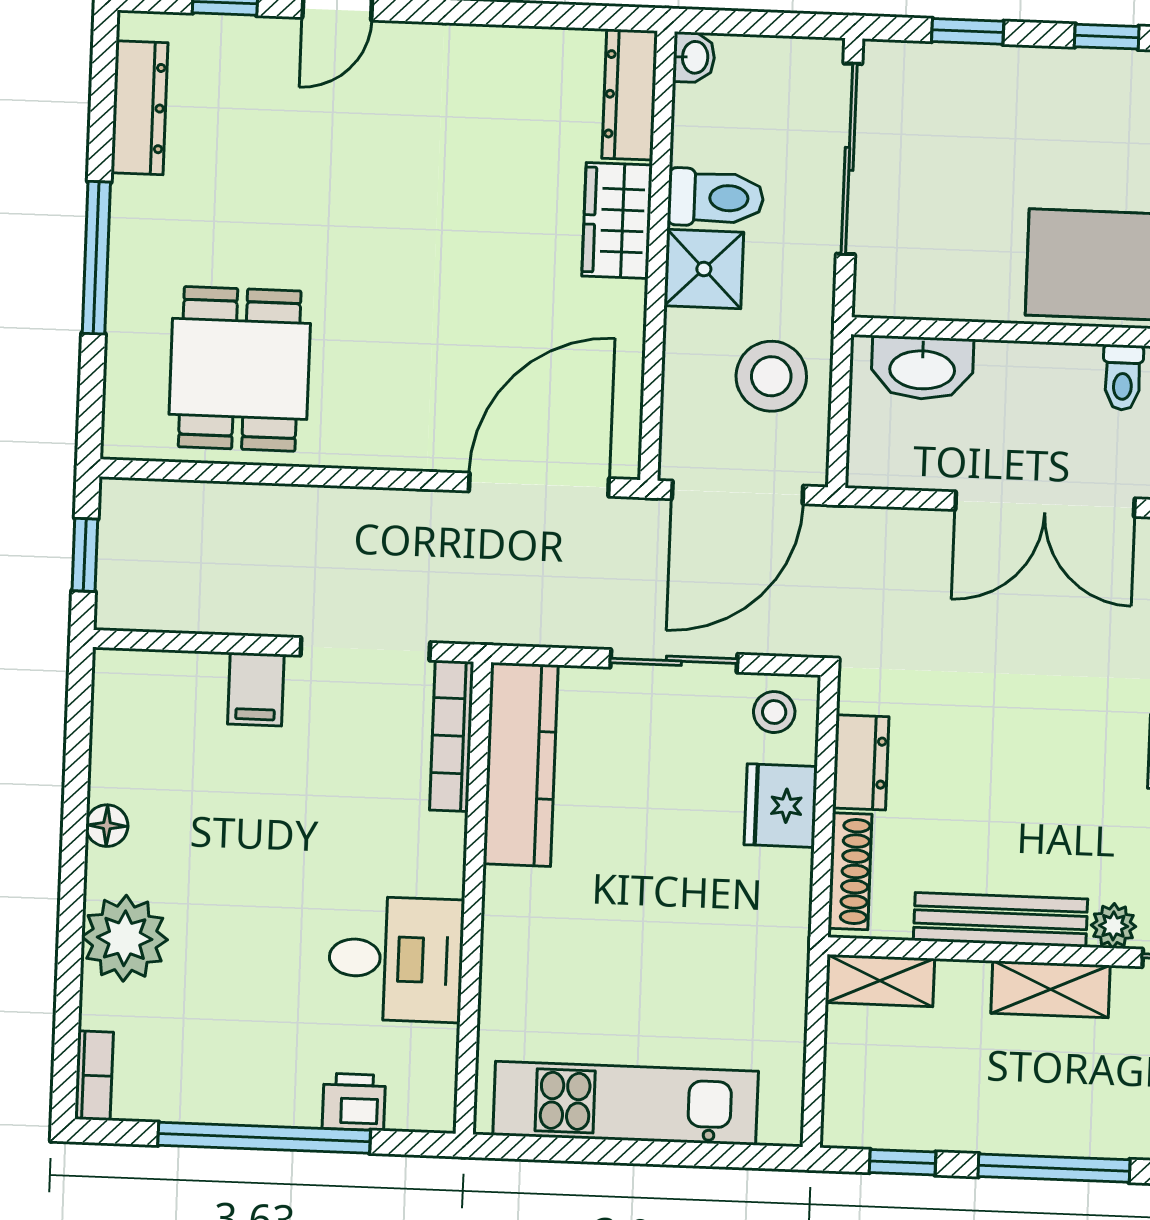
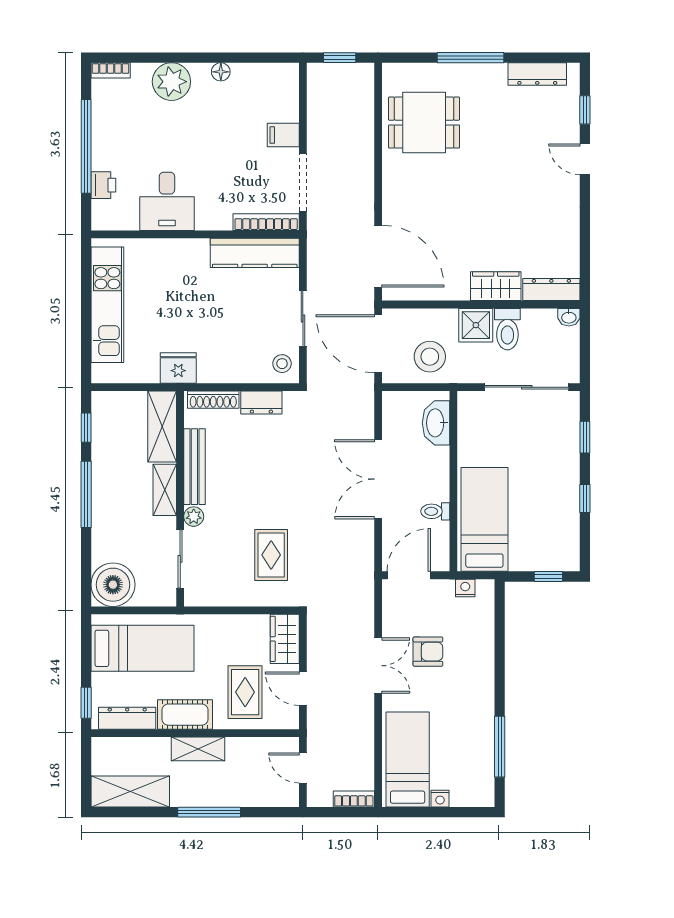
fridge: (781, 806) -> (178, 368), moved
shelving: (880, 981) -> (162, 427), width x1.50, depth x1.33

